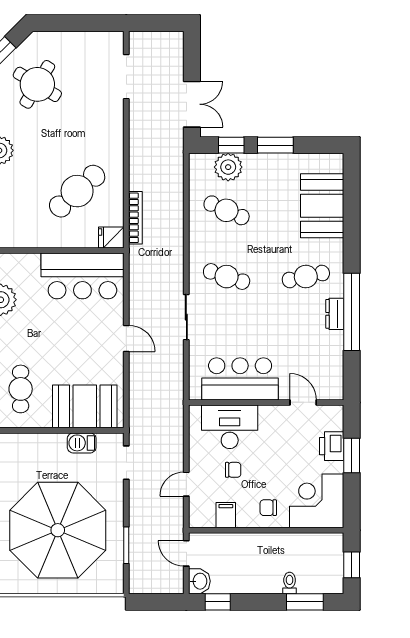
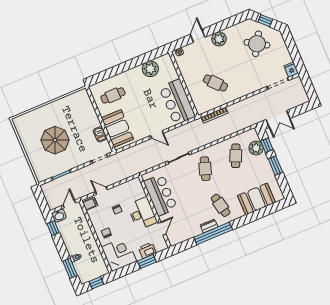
cafe table: (77, 191) -> (215, 83), width x0.73, depth x0.74
fridge: (111, 238) -> (291, 70), moved
door: (126, 338) -> (157, 134), hinge flipped
desk: (230, 427) -> (142, 213), moved
filing cabinet: (226, 515) -> (90, 204), moved
parasol: (58, 530) -> (55, 140), width x0.54, depth x0.54

